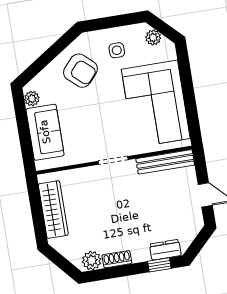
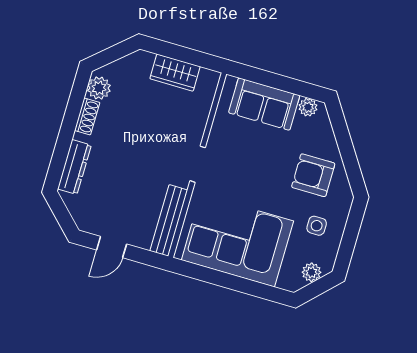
armchair: (80, 71) -> (313, 175), turned 48
wardrobe: (53, 210) -> (175, 73), width x0.67
dresser: (165, 250) -> (74, 167), width x1.44
window: (159, 265) -> (59, 160), removed

